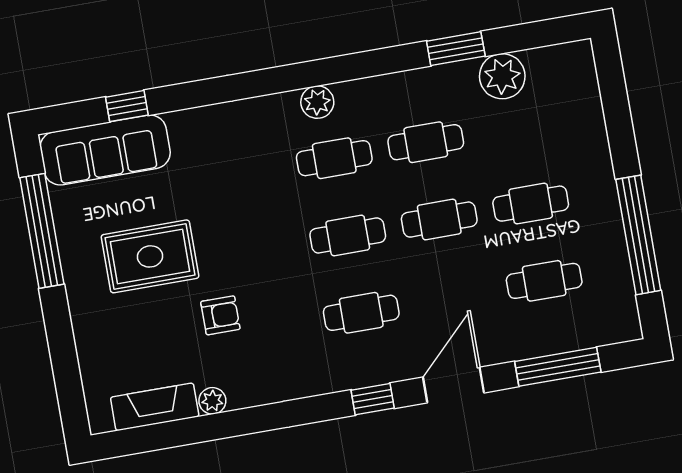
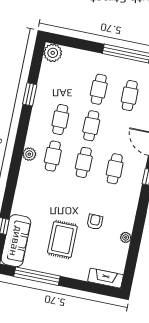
plant: (502, 76) -> (53, 53), moved
fireplace: (155, 407) -> (106, 278), moved, turned 90

